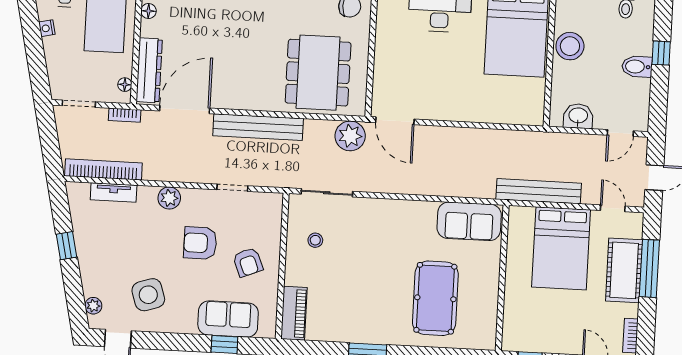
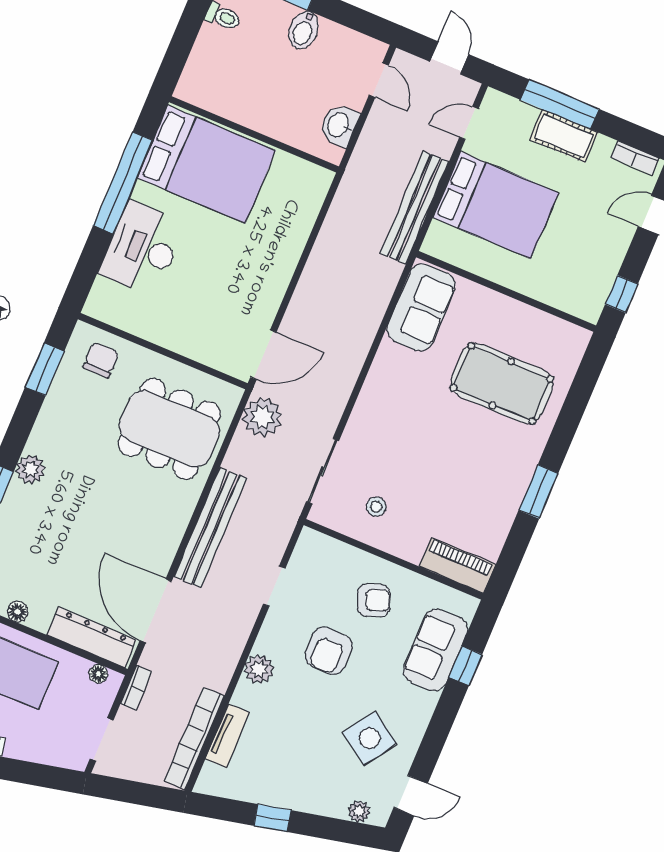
stool: (570, 46) -> (248, 104), removed
cot: (624, 270) -> (564, 136), width x0.73, depth x0.75
side table: (148, 295) -> (370, 738), turned -38

